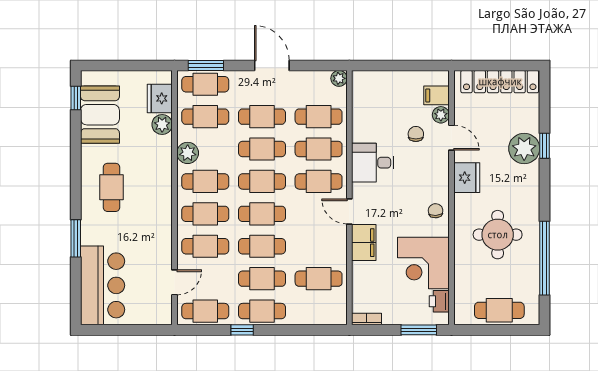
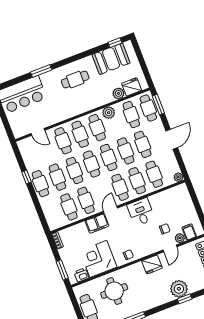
round table: (498, 235) -> (114, 291), moved
cafe table: (205, 311) -> (86, 200), moved

